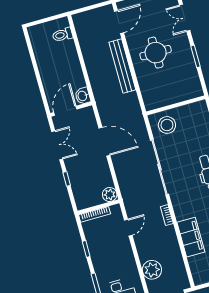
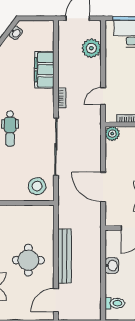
washbasin: (83, 96) -> (112, 266), moved

